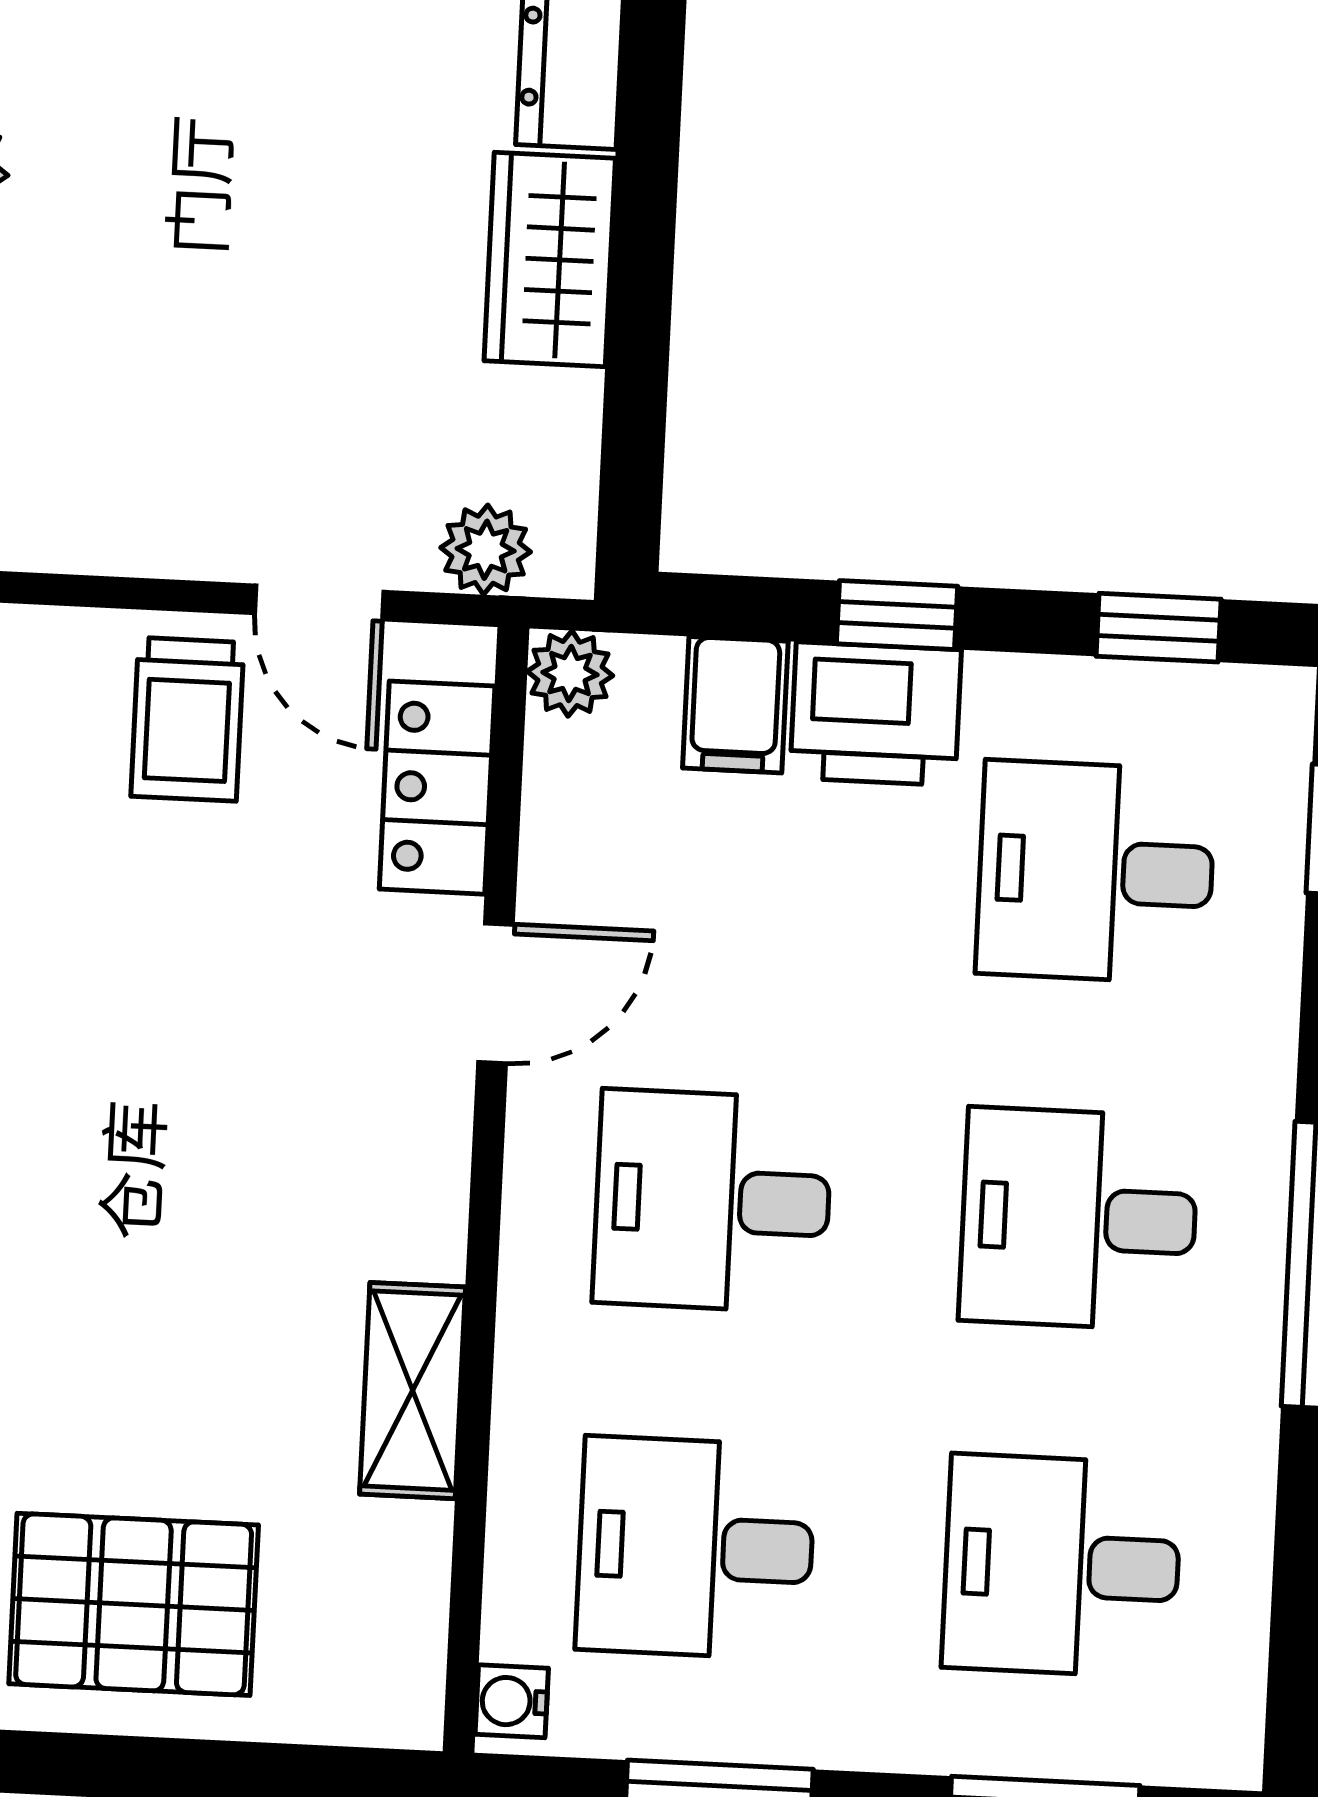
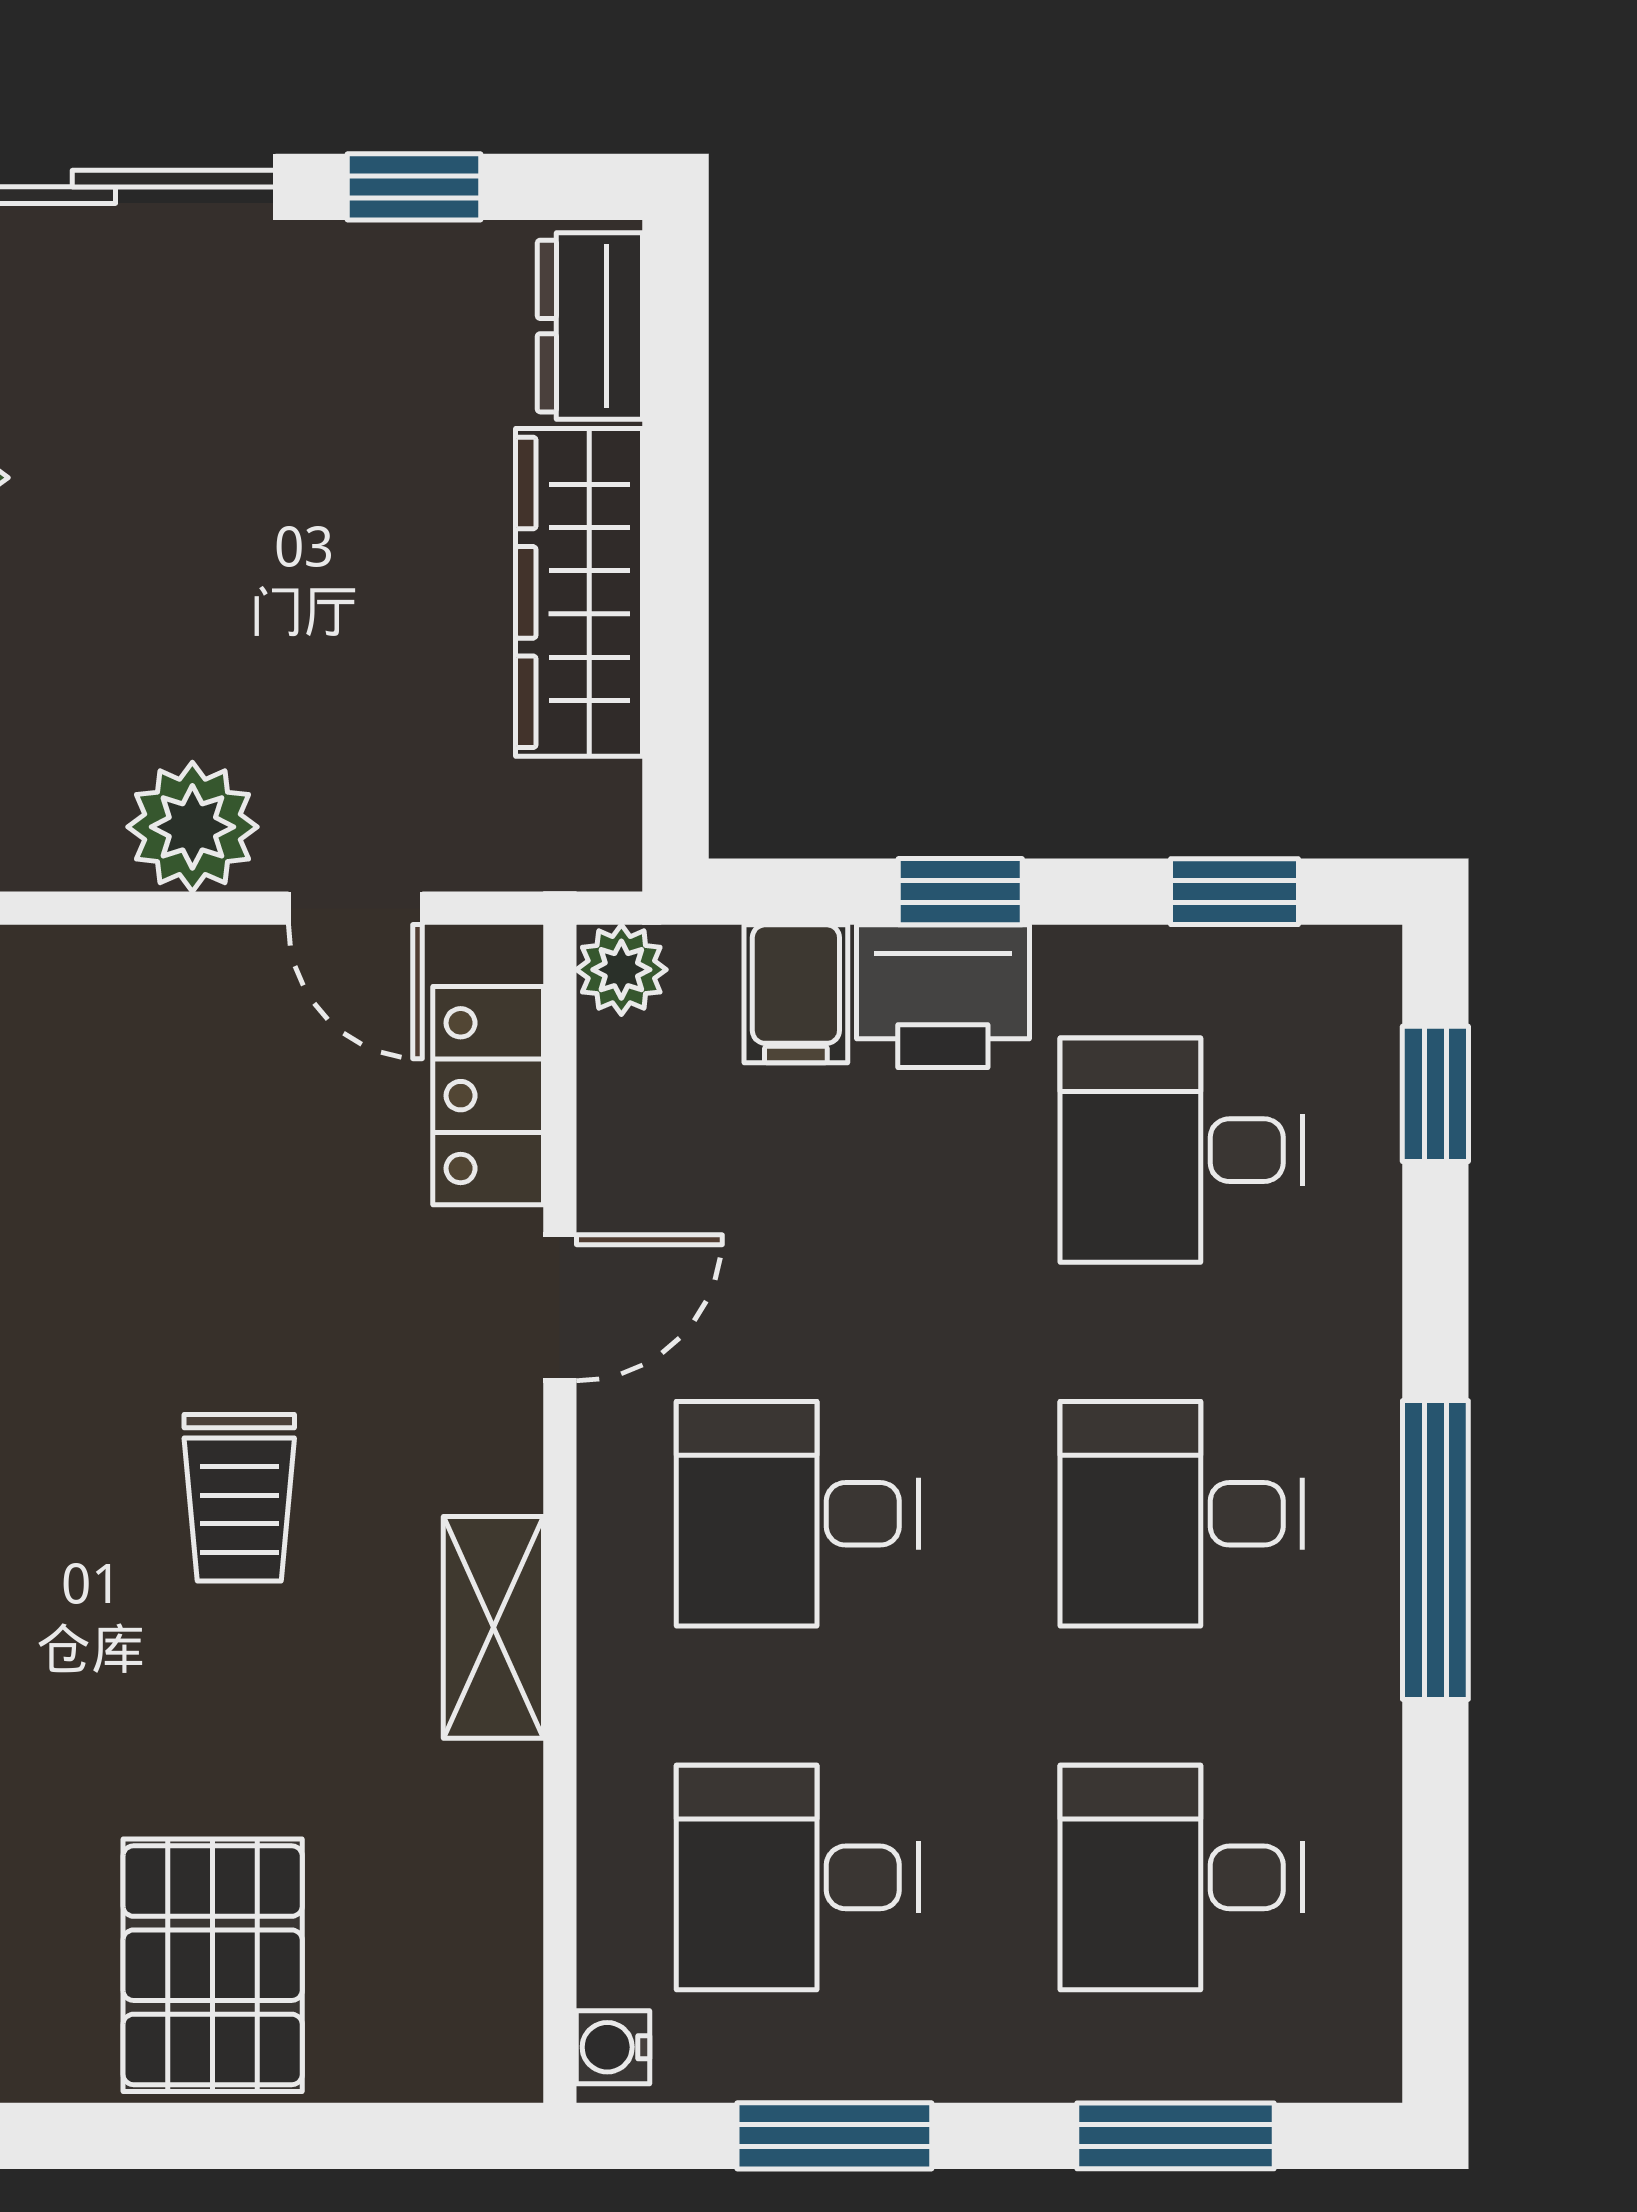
wardrobe: (550, 259) -> (579, 592), width x1.50
plant: (486, 550) -> (192, 827), moved, width x1.38, depth x1.38
trolley: (187, 719) -> (239, 1498), moved
shelving: (413, 1391) -> (493, 1627), moved
pallet: (134, 1604) -> (213, 1965), turned 90

